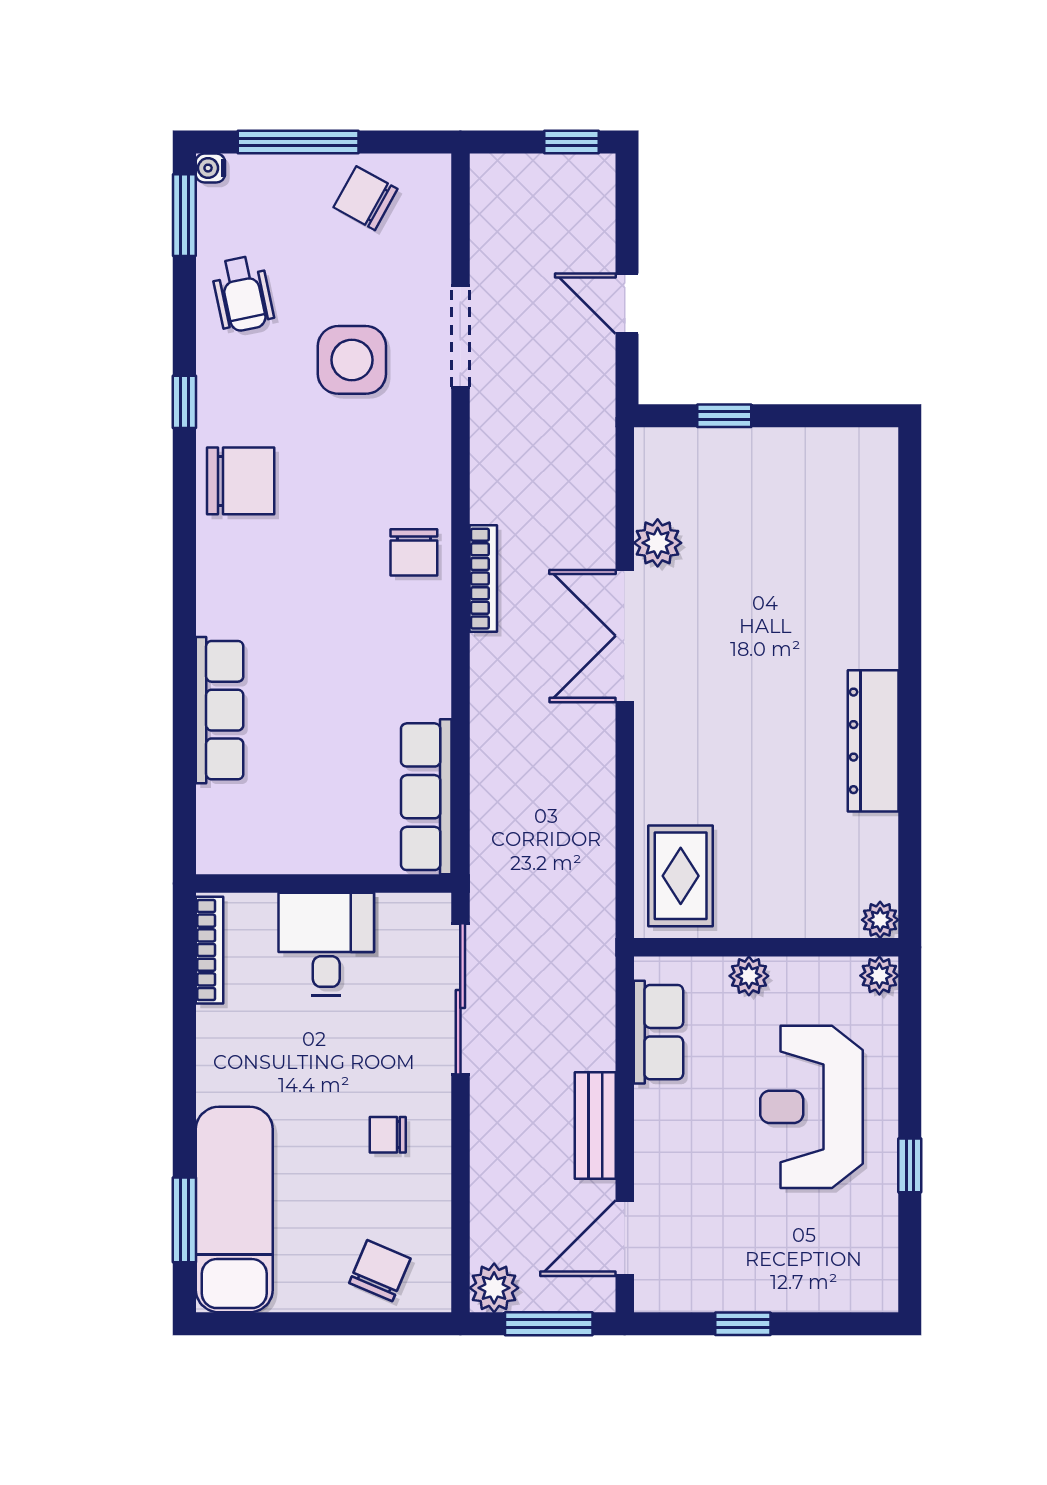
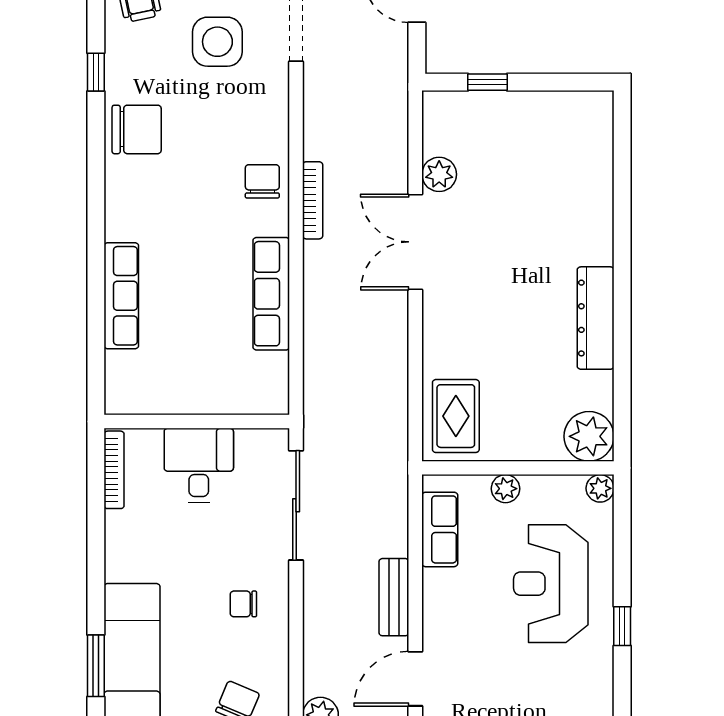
chair: (414, 552) -> (262, 181), turned 180
row of seats: (426, 797) -> (271, 294), moved
plant: (880, 920) -> (589, 436), width x1.88, depth x1.88

